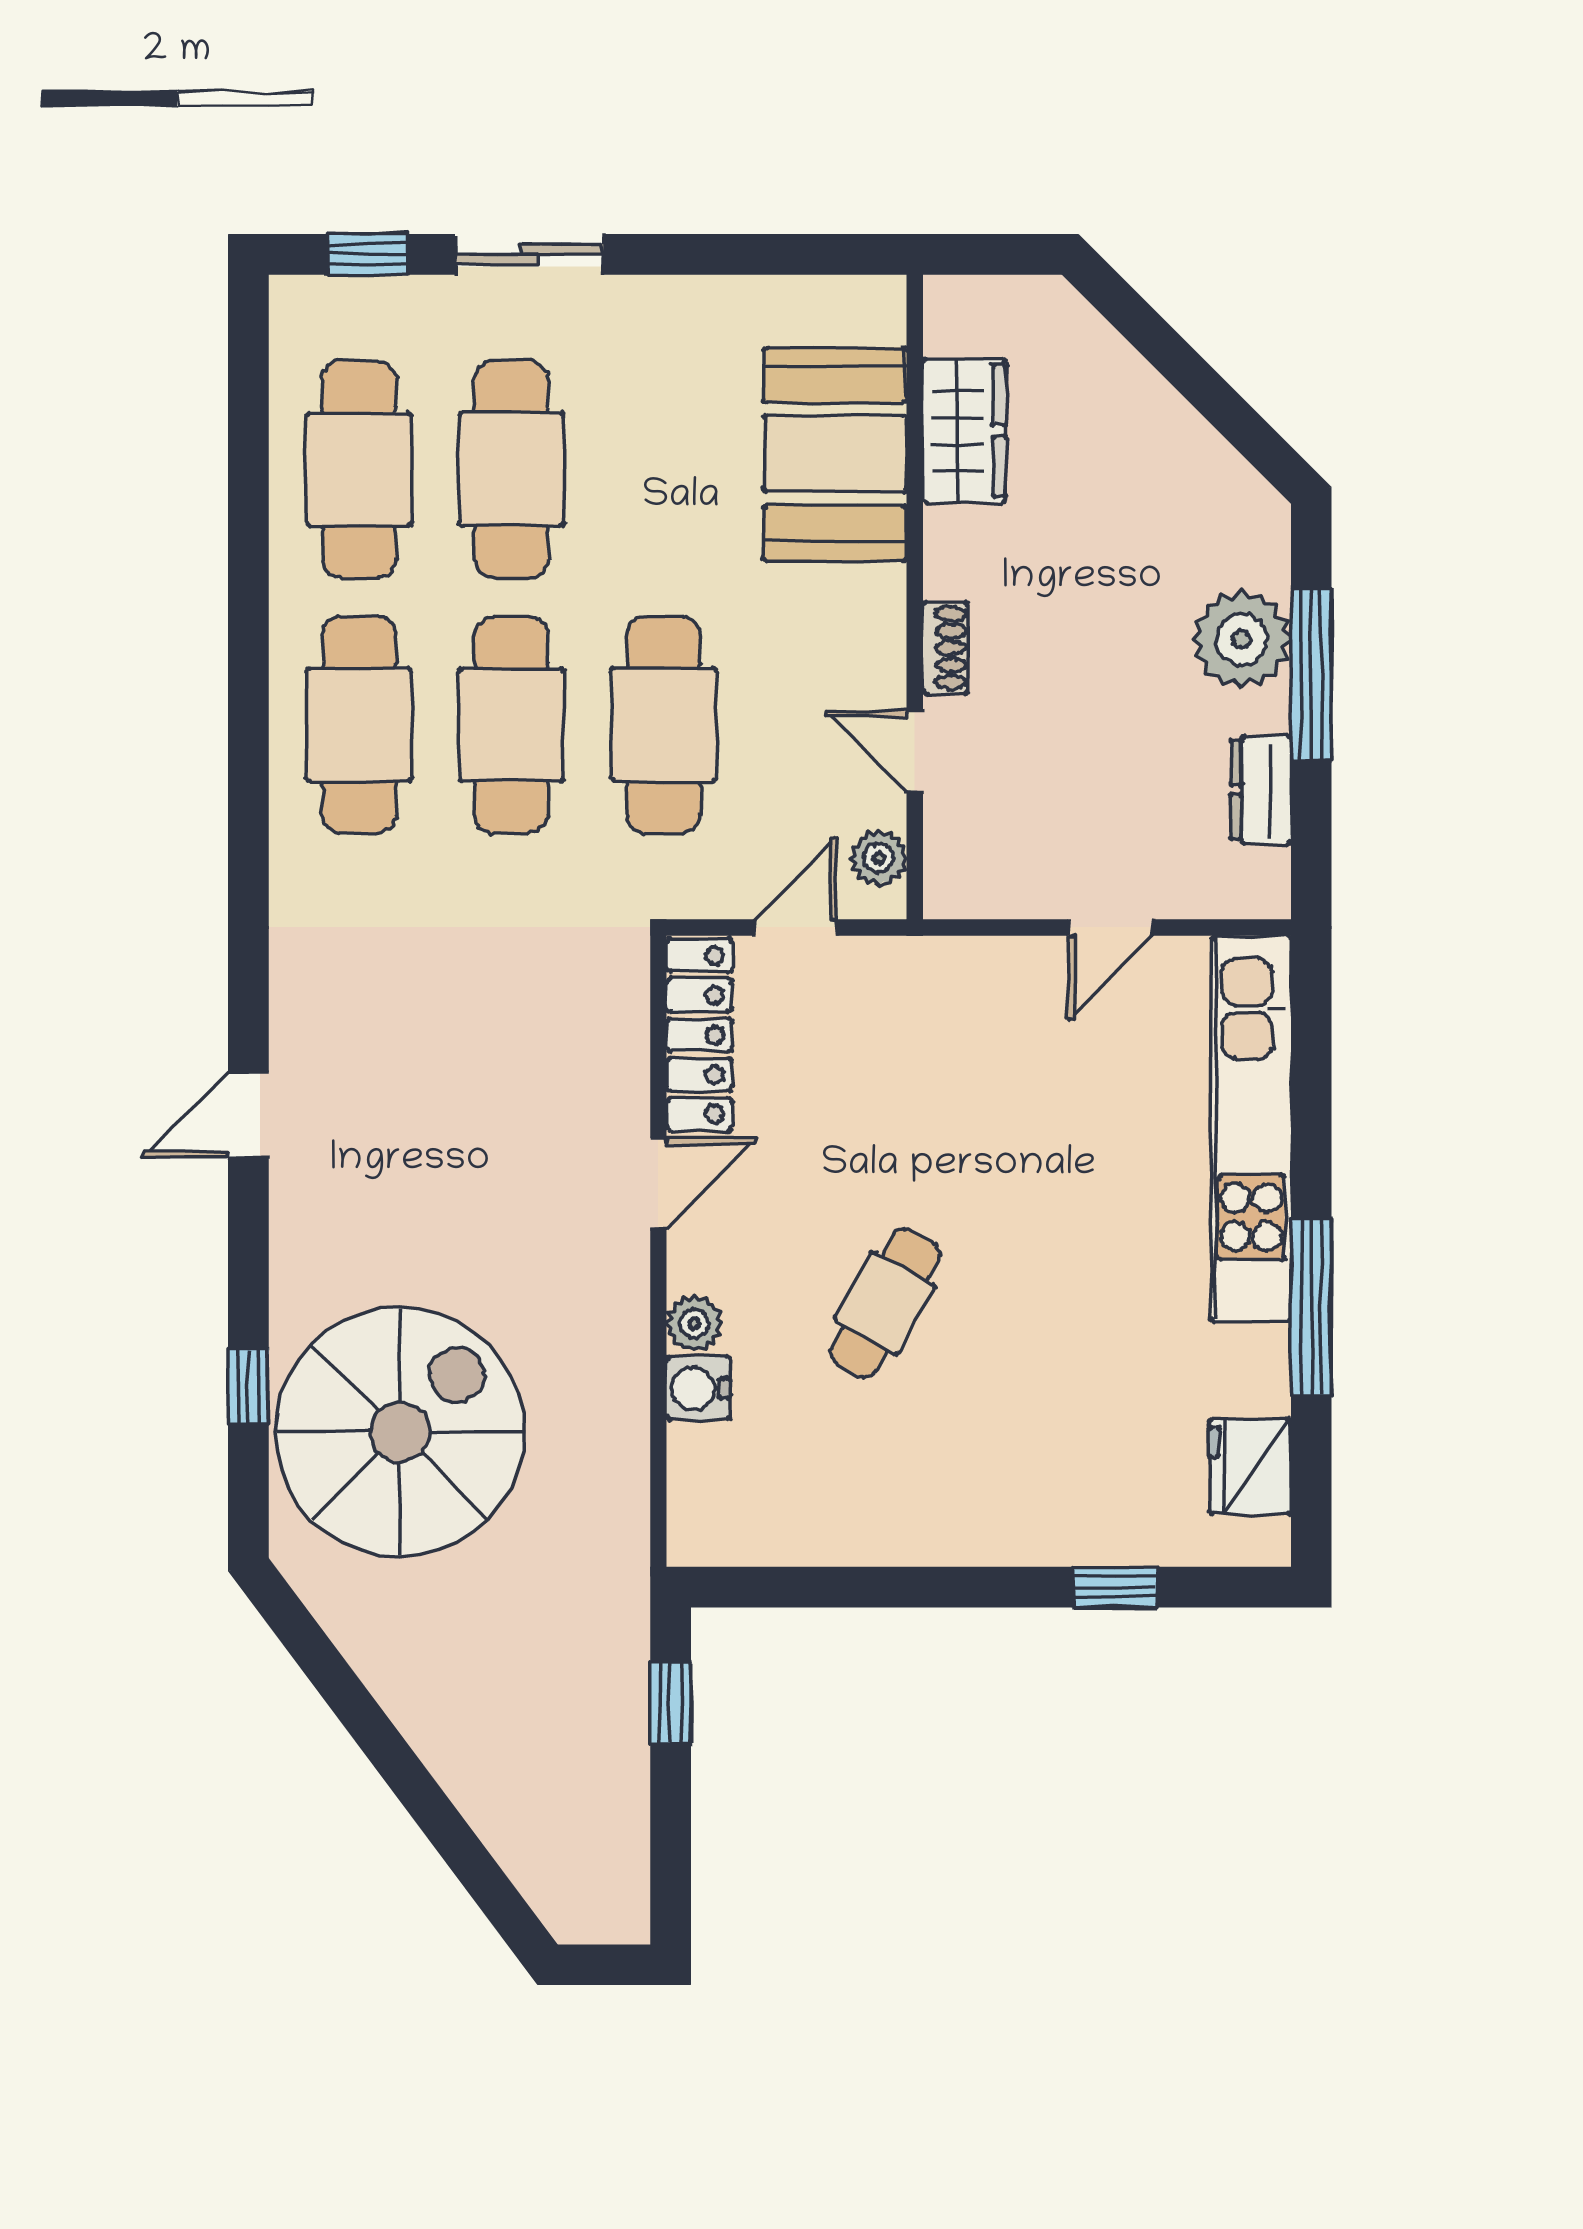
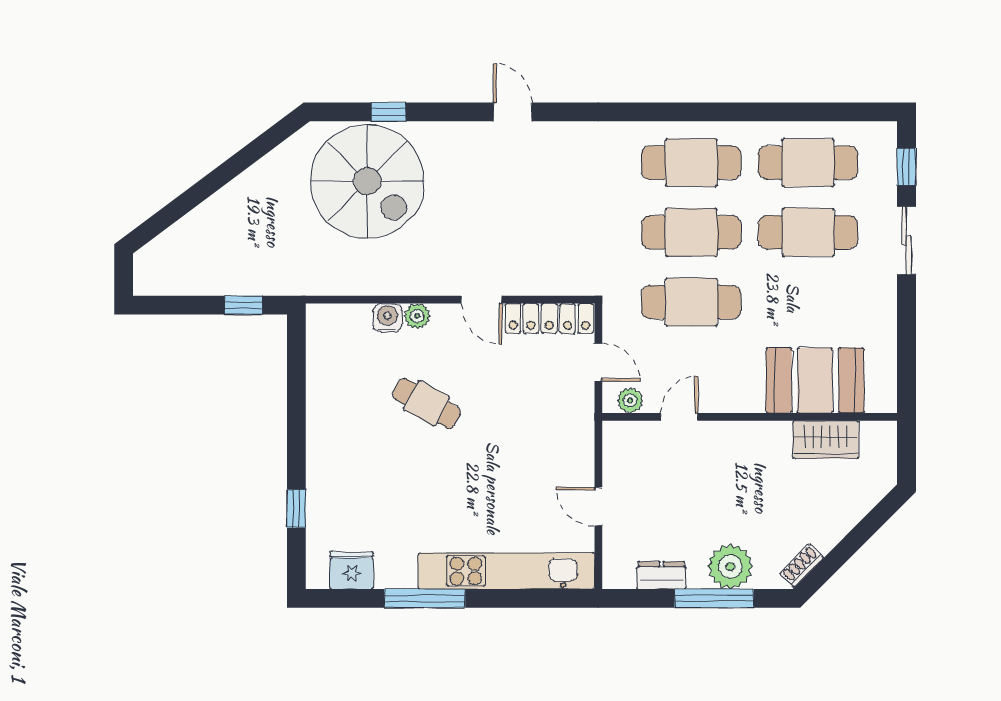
shoe rack: (945, 648) -> (802, 565), moved, turned 135

